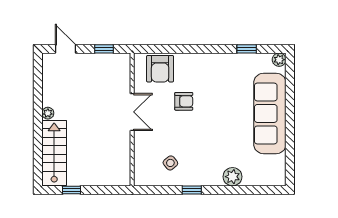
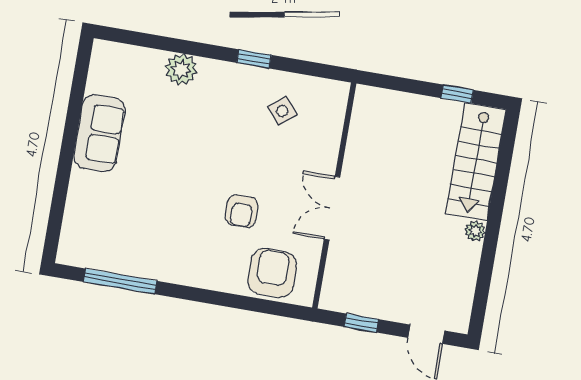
window: (247, 49) -> (120, 281), width x2.17
plant: (279, 60) -> (68, 254), removed
armchair: (184, 101) -> (242, 211), turned -90
sofa: (270, 113) -> (99, 133), width x0.54, depth x0.79

